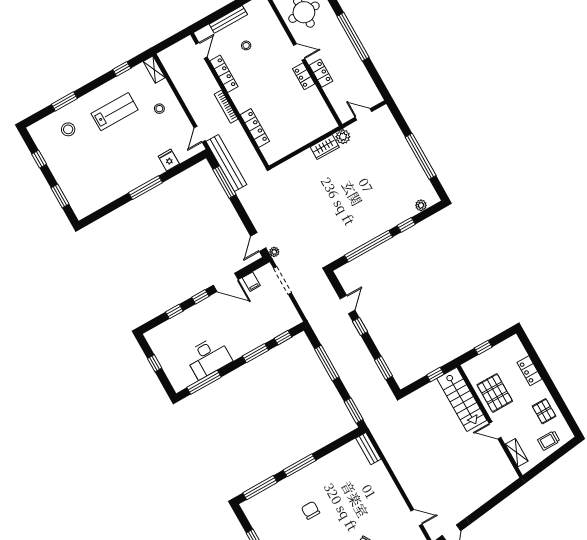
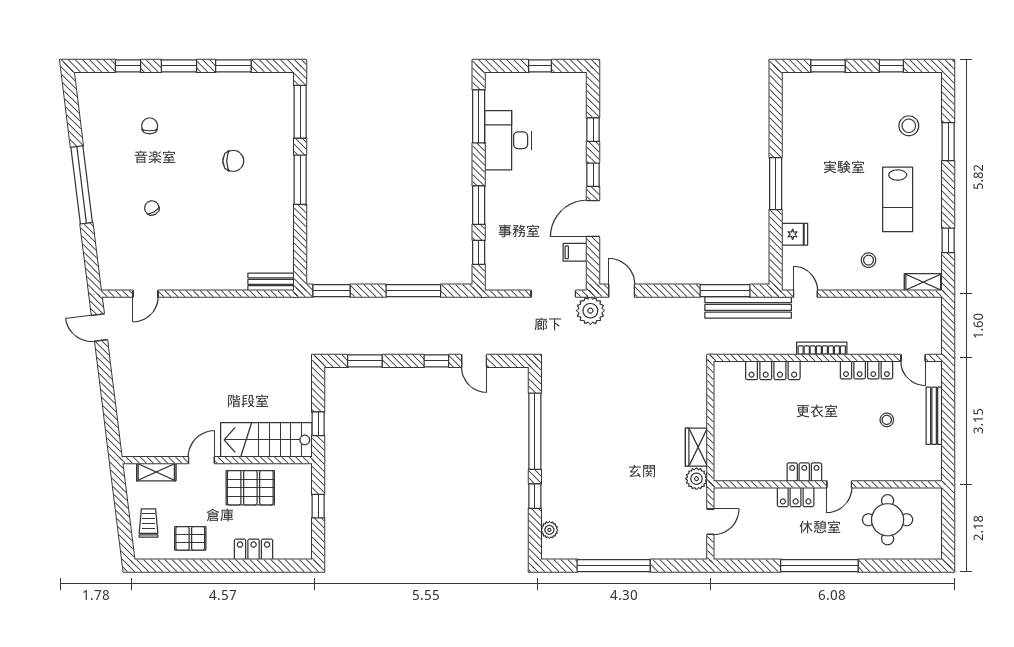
plant: (274, 252) -> (590, 311), width x1.88, depth x1.88

